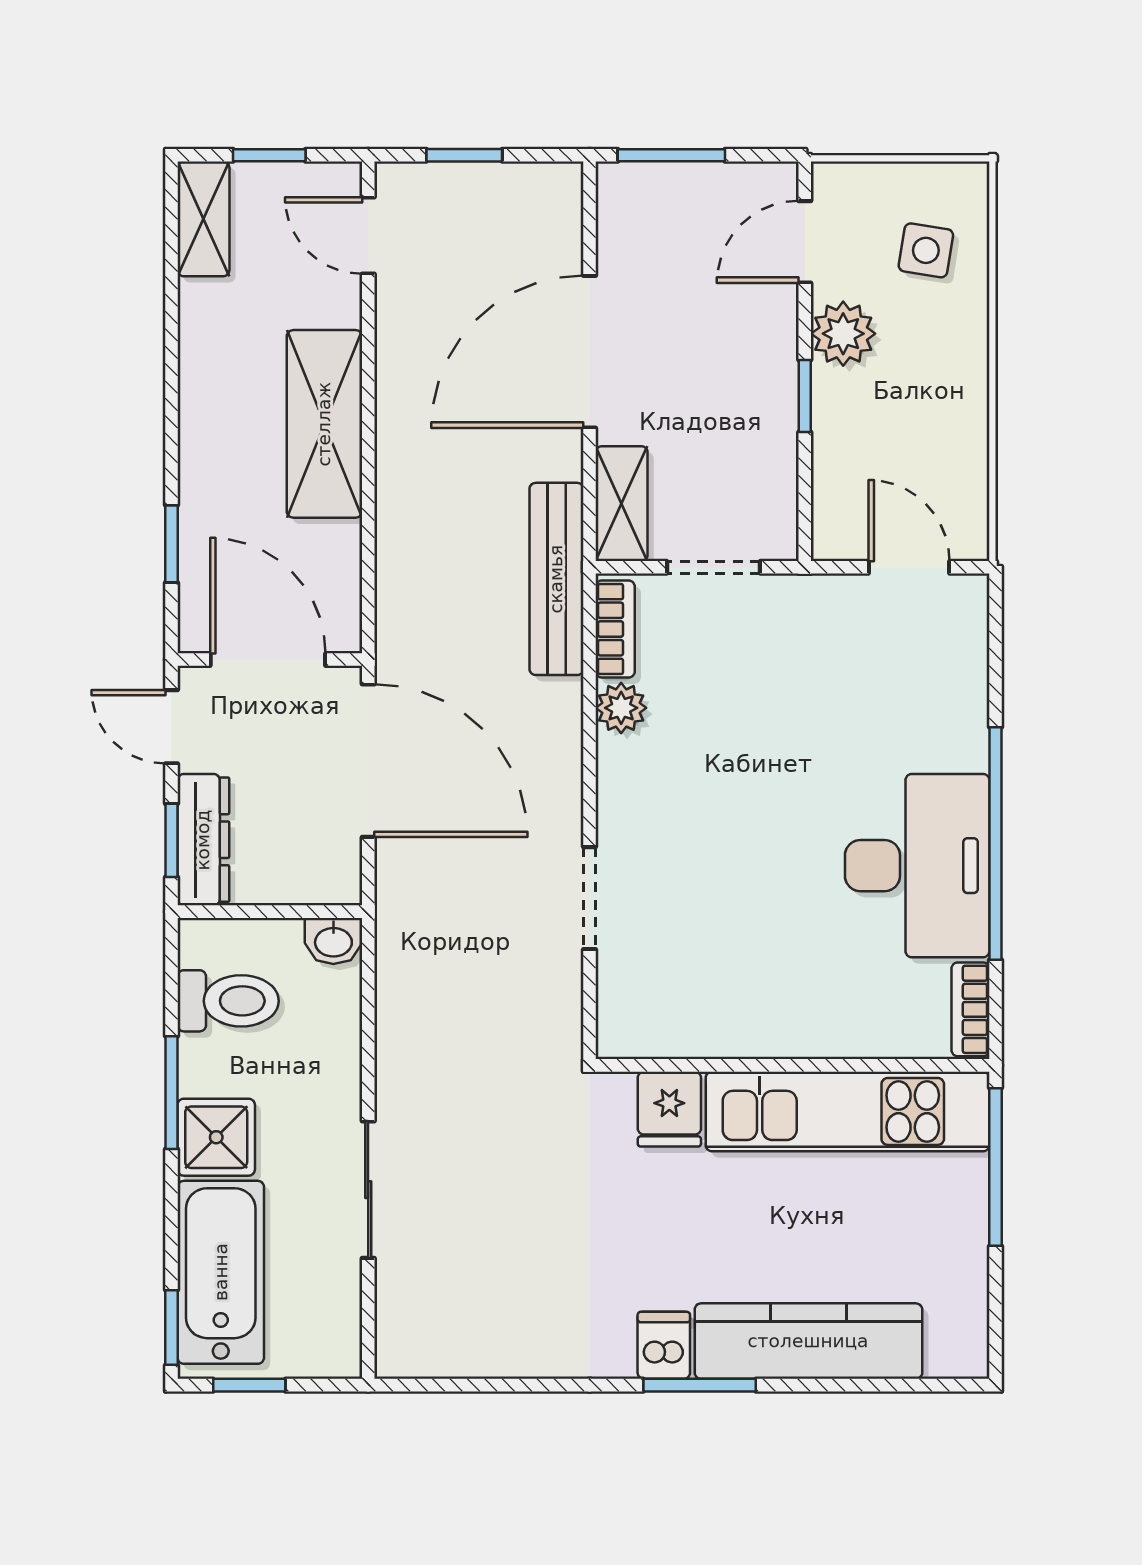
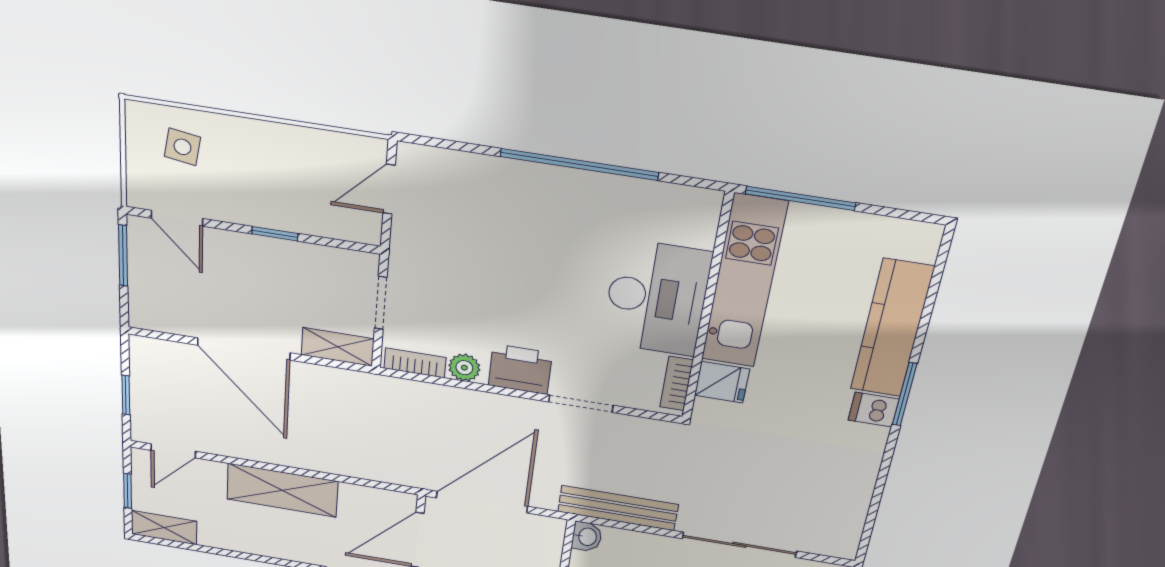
window: (671, 155) -> (123, 256), moved
plant: (843, 334) -> (236, 205), removed
bench: (556, 579) -> (618, 508), moved
printer: (635, 796) -> (520, 369), added
desk: (917, 866) -> (656, 298), moved, turned 90
bookcase: (970, 1009) -> (676, 383), moved, turned 90
sliding door: (368, 1190) -> (739, 545), width x1.37

